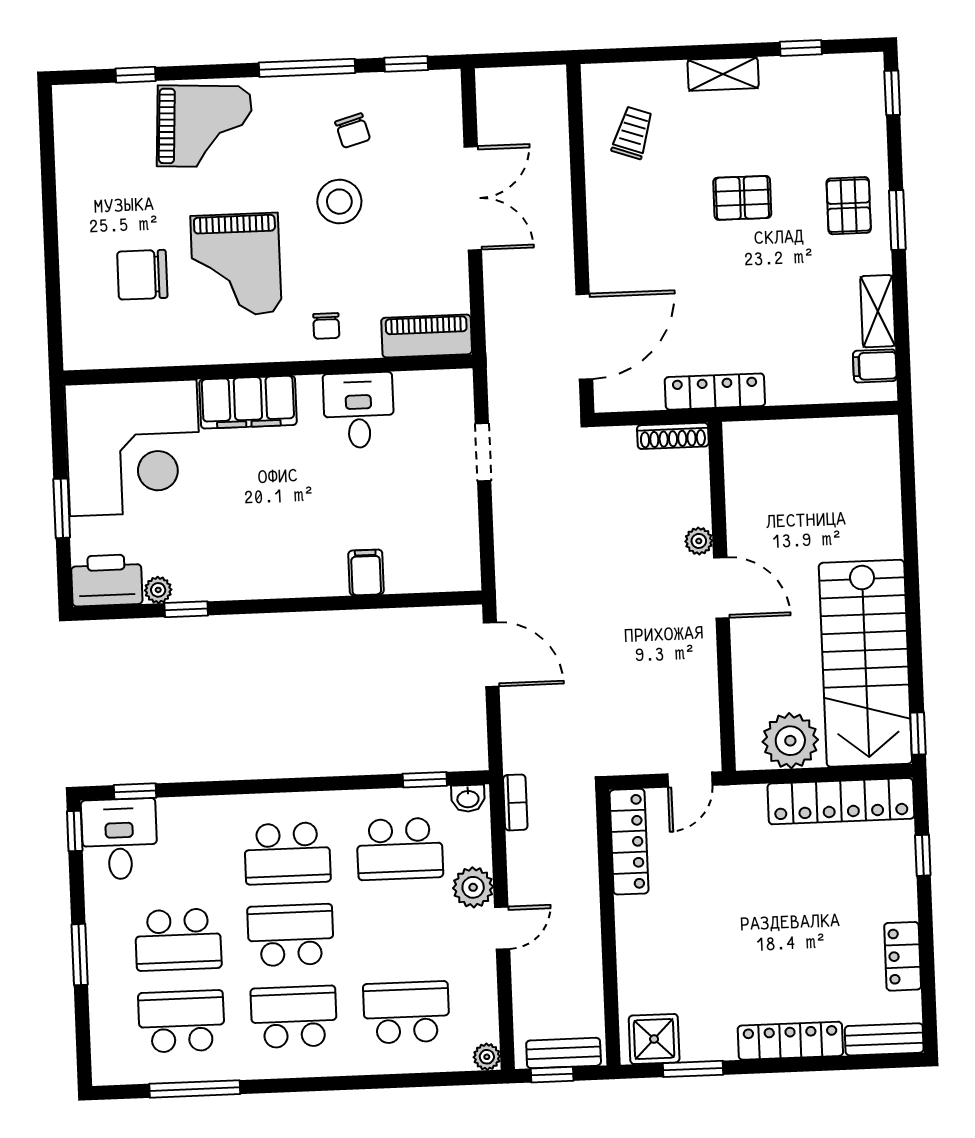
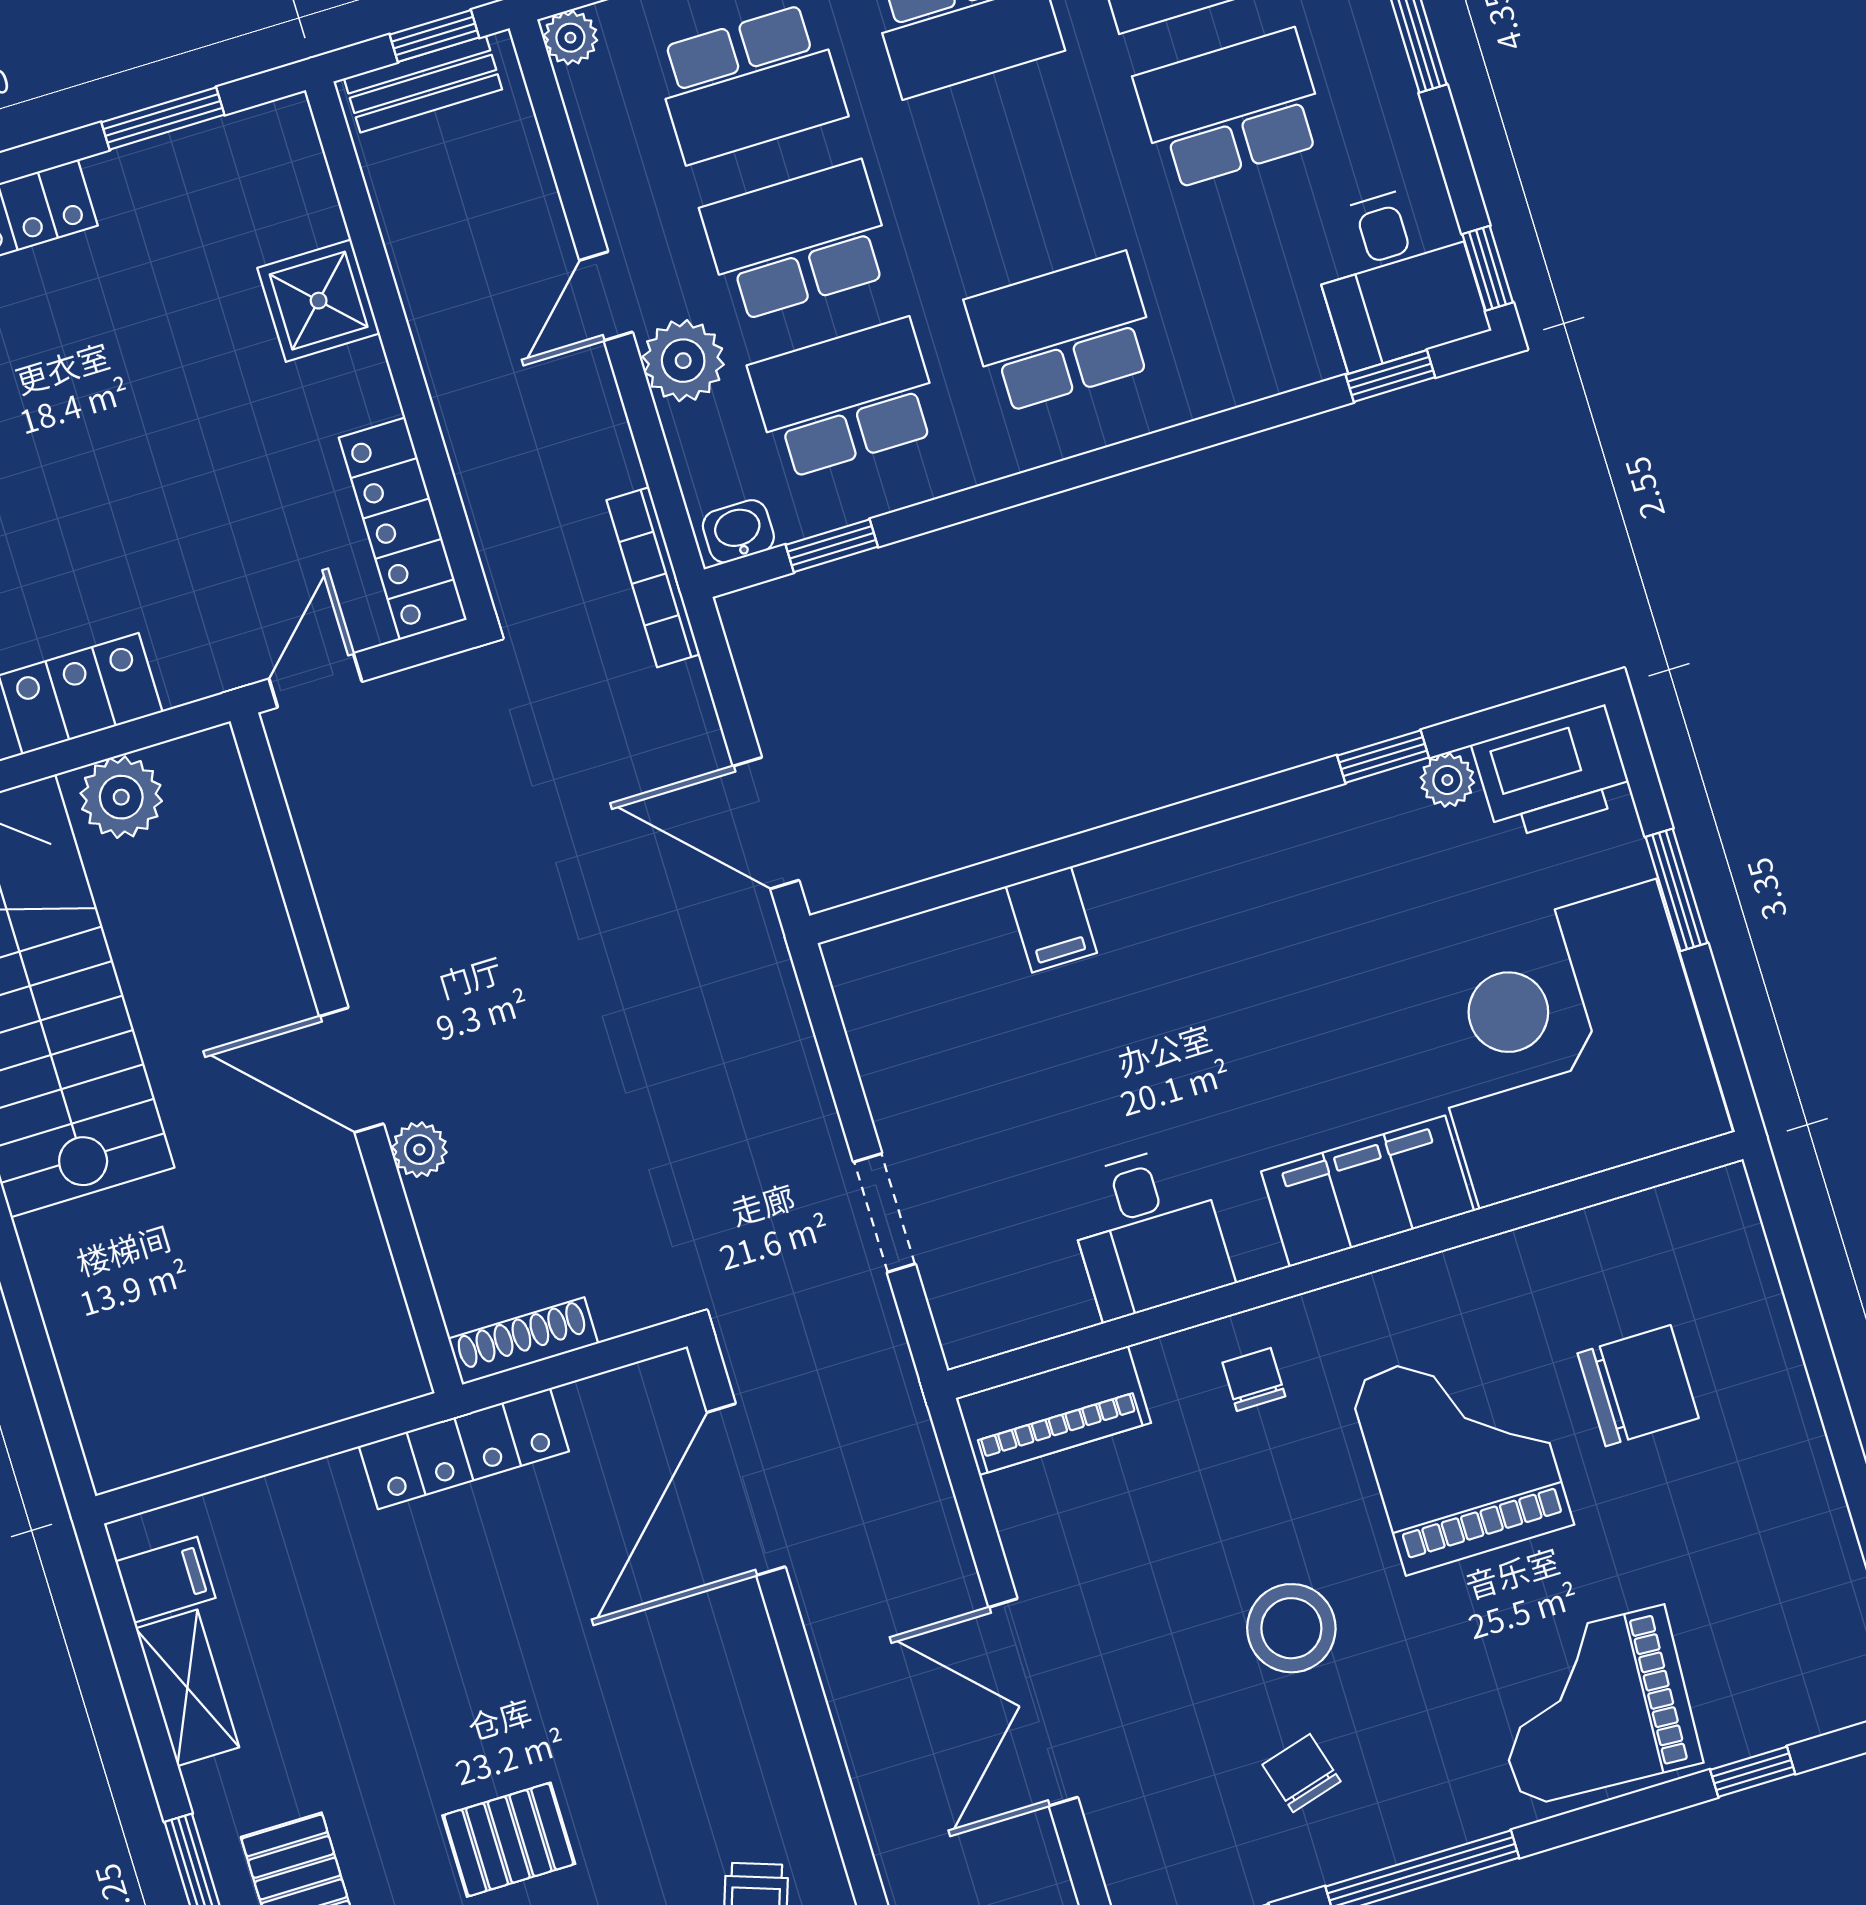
plant: (790, 741) -> (121, 797), width x0.73, depth x0.73
bookcase: (515, 802) -> (653, 577), width x1.56
school desk: (291, 935) -> (798, 241), moved, turned 180
shower: (654, 1039) -> (319, 301), moved

